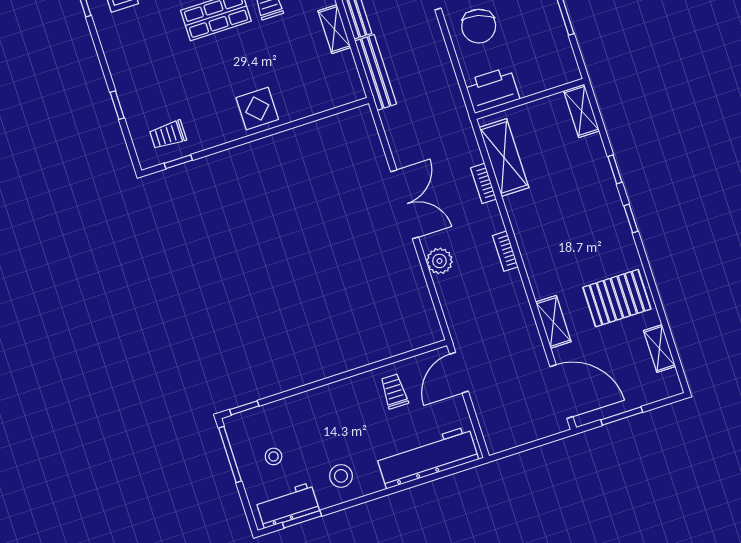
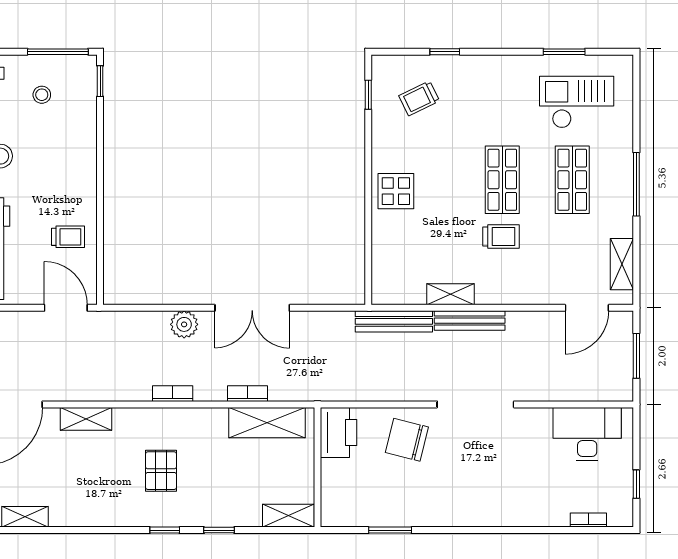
trolley: (168, 135) -> (419, 98), moved, turned -116
pallet: (617, 298) -> (161, 471), moved, width x0.67, depth x0.71

